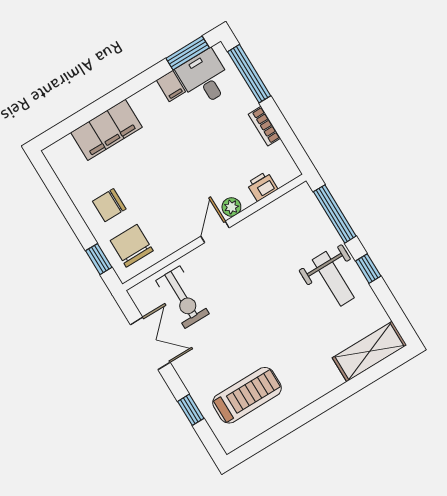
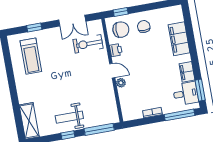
filing cabinet: (171, 86) -> (187, 72), width x2.00
printer: (262, 186) -> (116, 50), moved

